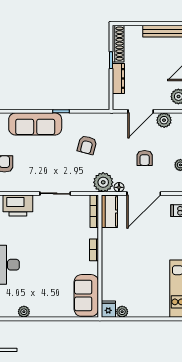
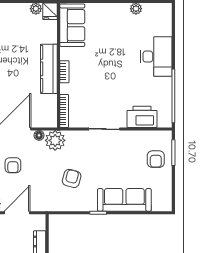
armchair: (145, 158) -> (13, 165), turned 180
kitchen counter: (109, 211) -> (49, 69), moved, width x1.50

